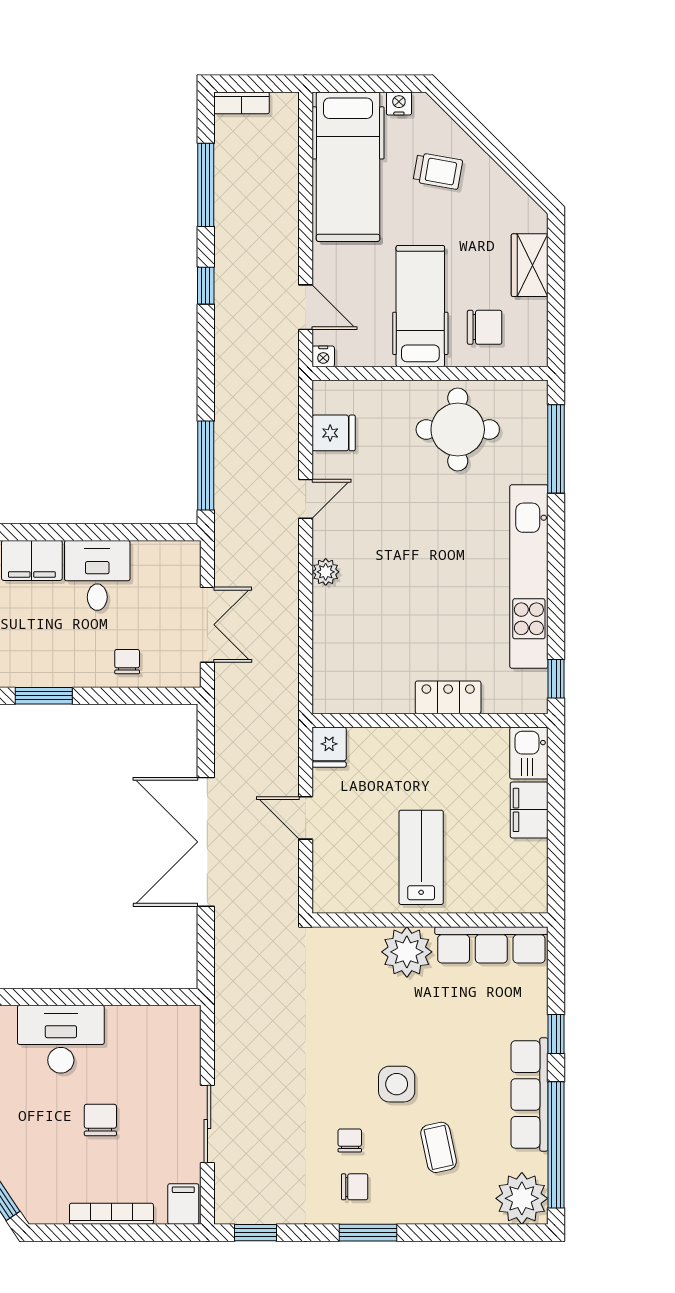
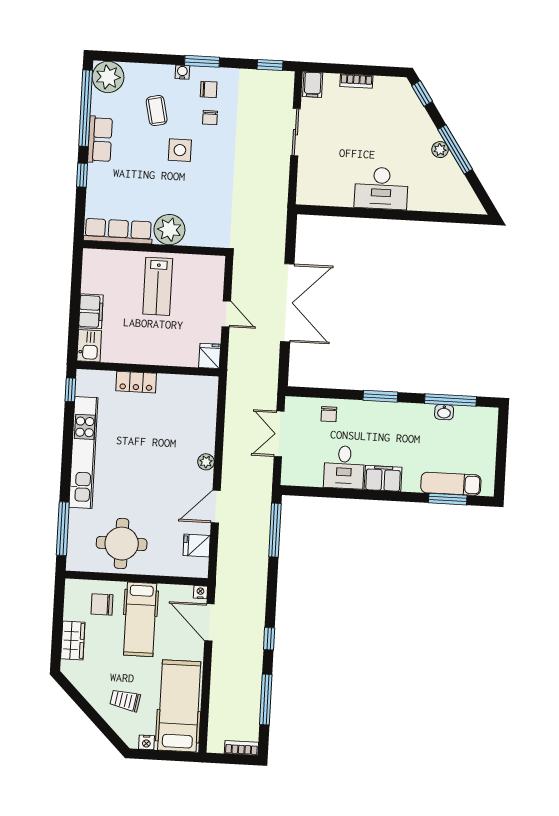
door: (306, 307) -> (209, 622), width x1.37
door: (306, 499) -> (216, 507), width x1.37
row of seats: (529, 1094) -> (100, 140), width x0.68
chair: (100, 1120) -> (360, 138), removed
chair: (355, 1187) -> (209, 89), turned 180
water cooler: (400, 1213) -> (182, 72), added
bookcase: (111, 1214) -> (356, 81), width x0.64

